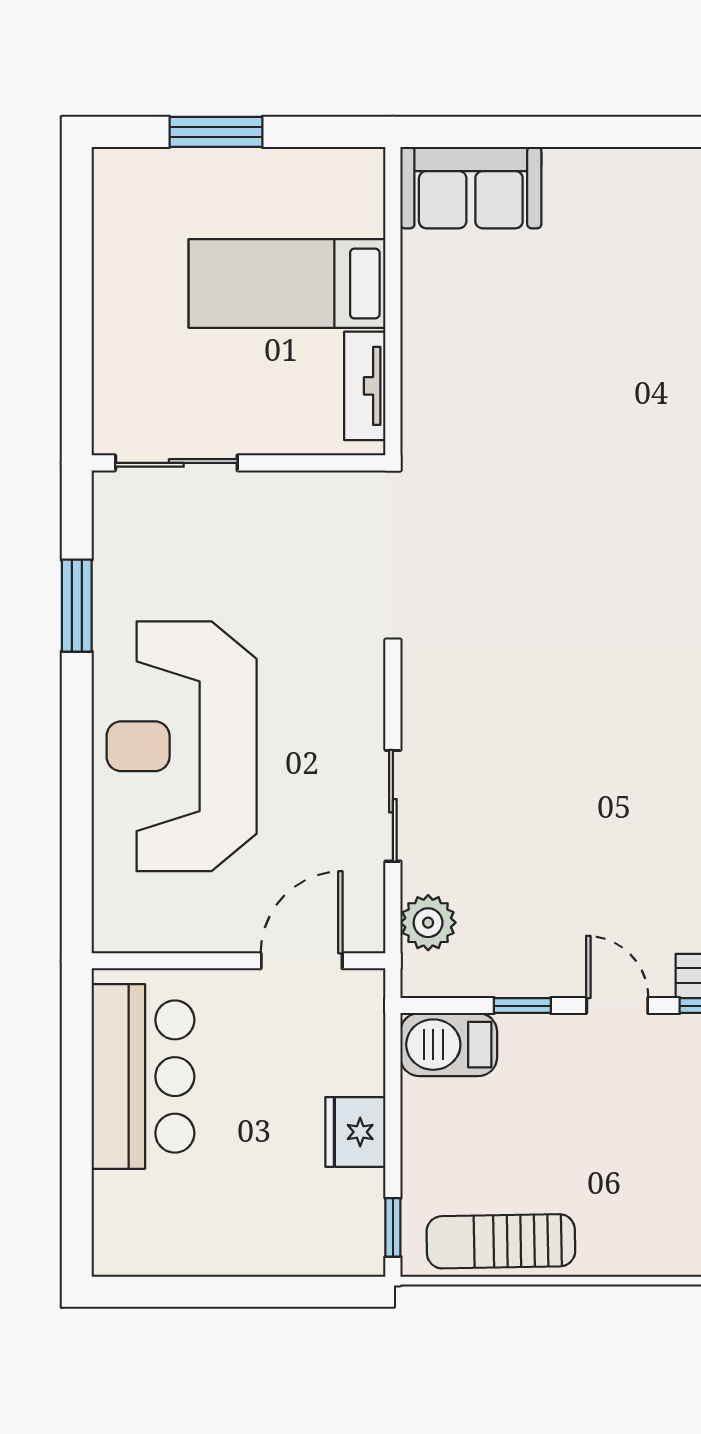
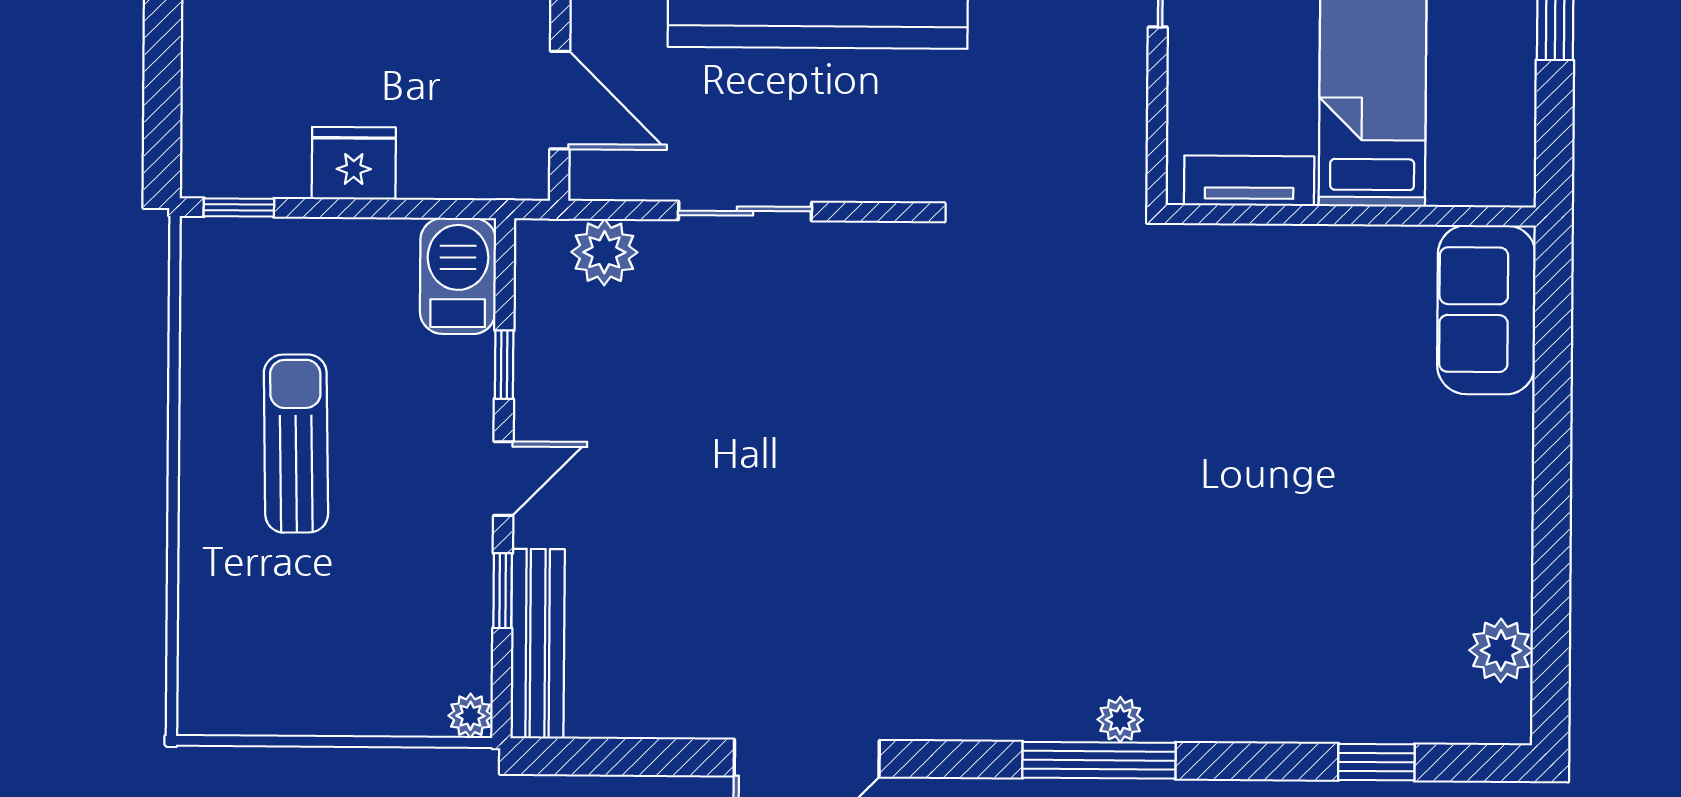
sun lounger: (501, 1241) -> (296, 444), moved

